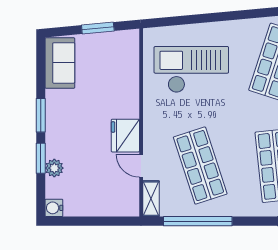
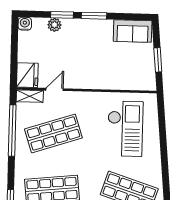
fridge: (125, 136) -> (27, 75), moved, turned 90

